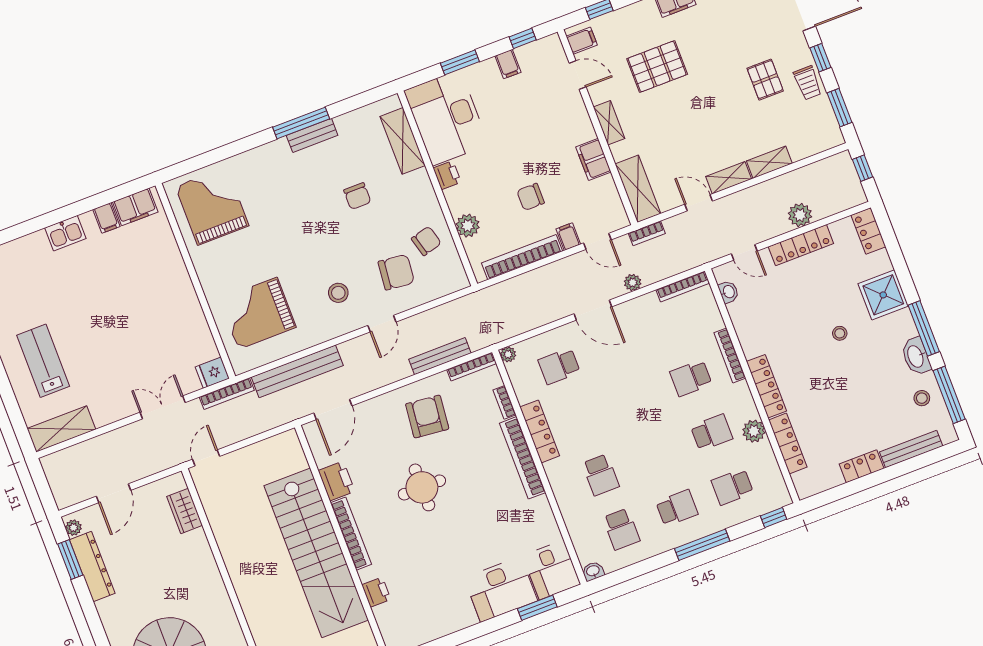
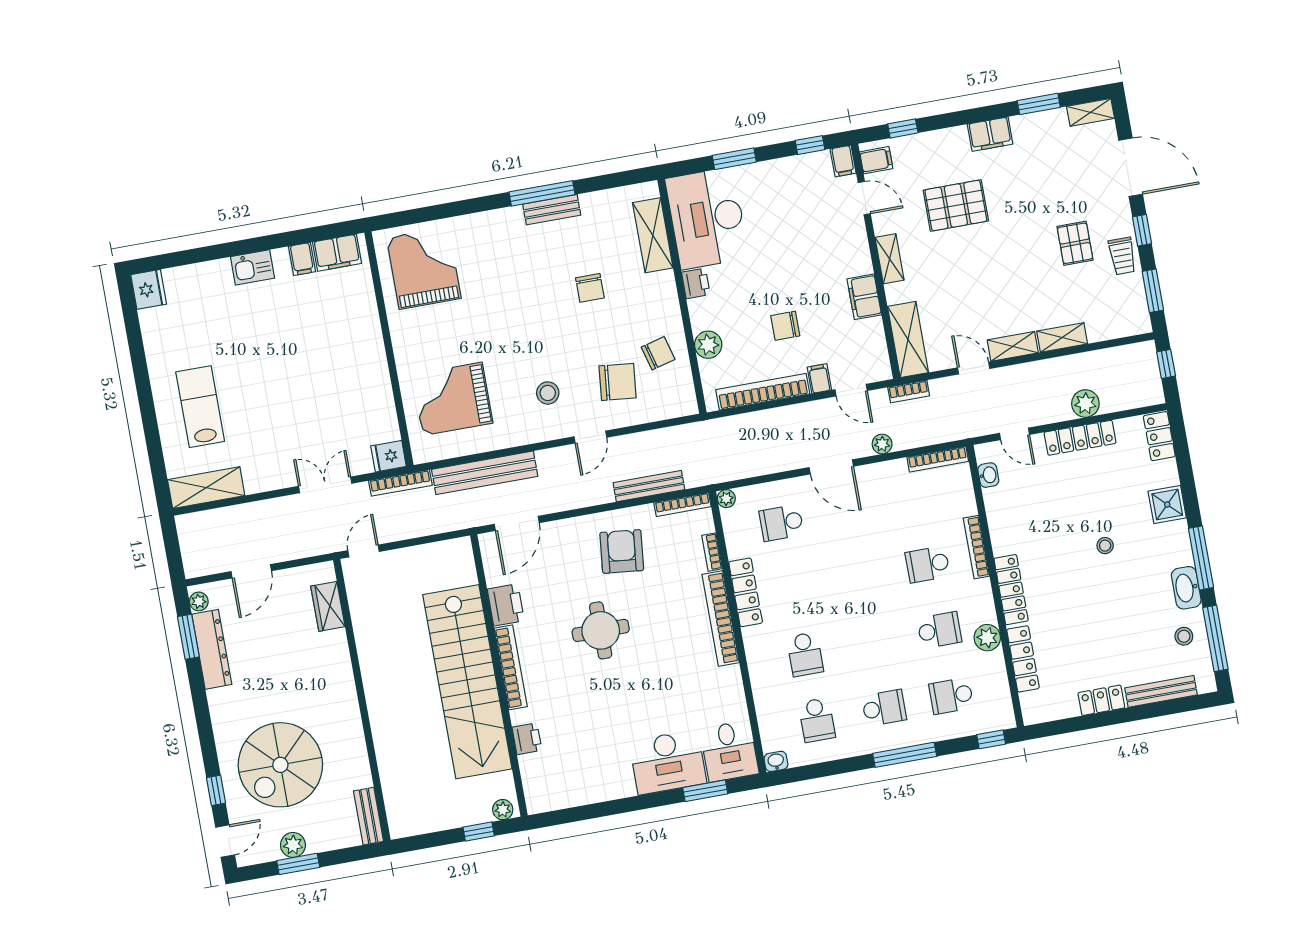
filing cabinet: (508, 64) -> (843, 161), moved
shower: (883, 295) -> (1167, 504), width x0.73, depth x0.73

